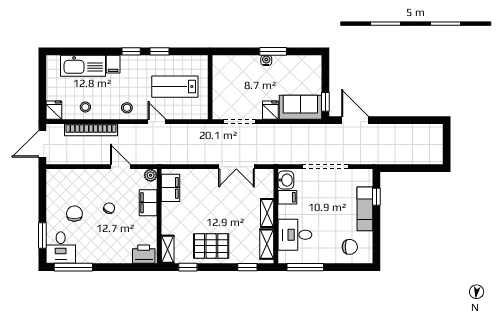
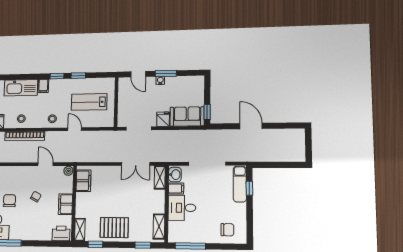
door: (238, 51) -> (138, 74), added
door: (355, 120) -> (251, 126), moved
filing cabinet: (148, 203) -> (65, 204), moved
exam couch: (365, 209) -> (240, 184), moved
shelving: (267, 213) -> (160, 177), moved
desk: (295, 235) -> (182, 208), moved

